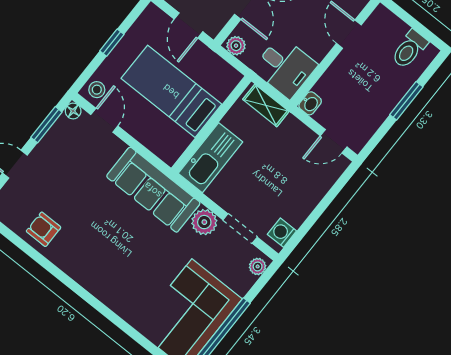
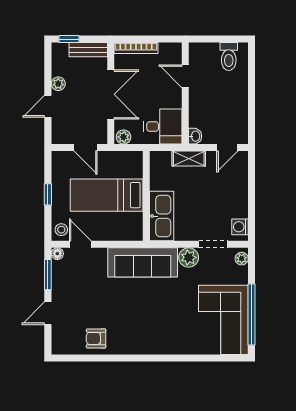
window: (406, 101) -> (251, 89), removed
shelving: (266, 105) -> (189, 159), moved

